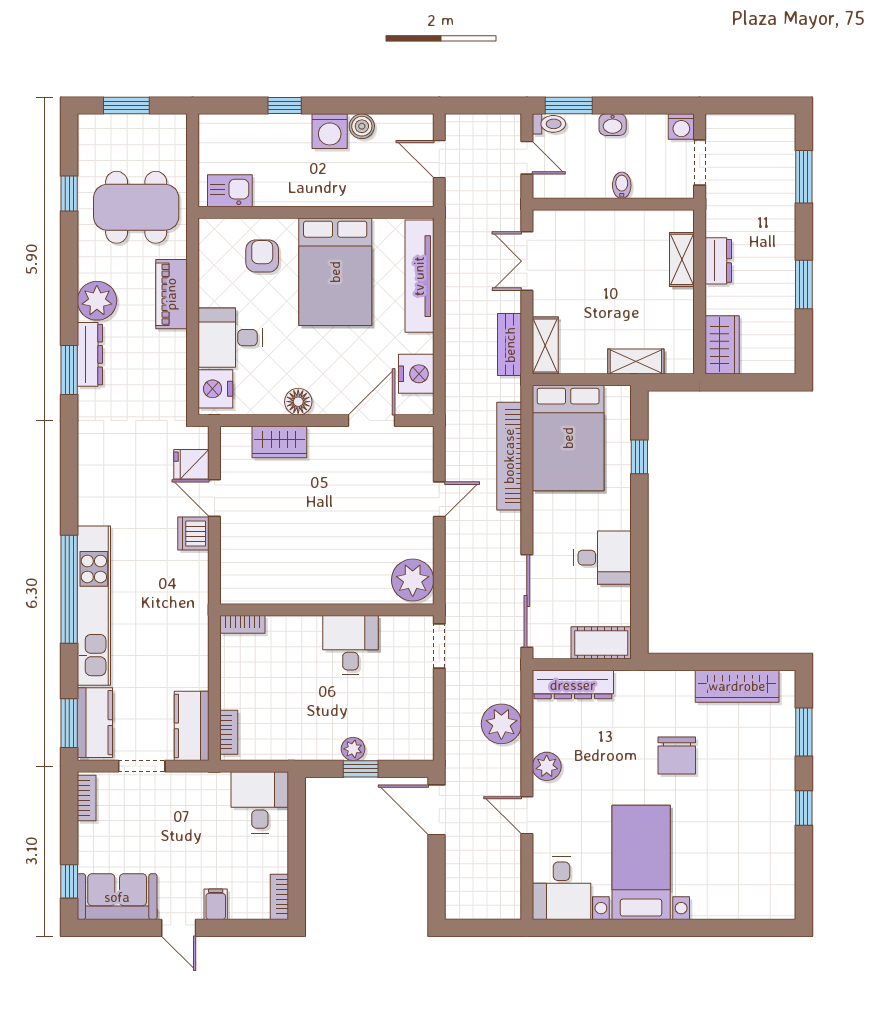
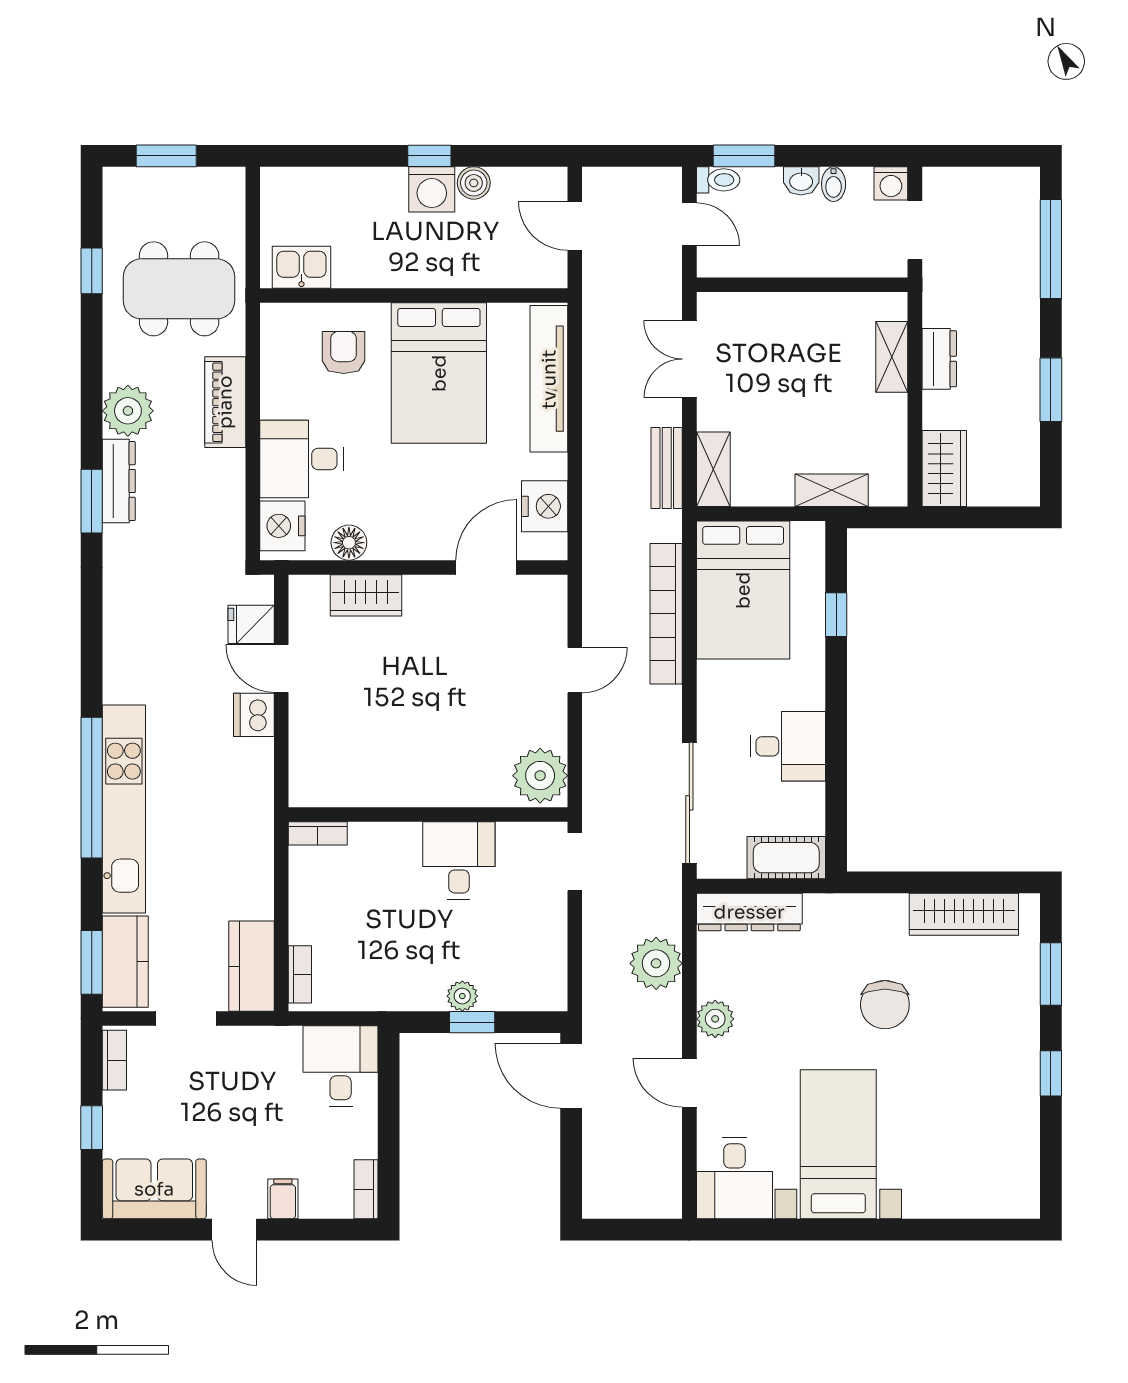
window: (285, 105) -> (429, 156), moved
window: (804, 177) -> (1051, 249), width x1.44
bidet: (622, 185) -> (834, 184), moved, turned 180
floor lamp: (298, 402) -> (349, 543), moved
window: (69, 881) -> (92, 1128), moved

